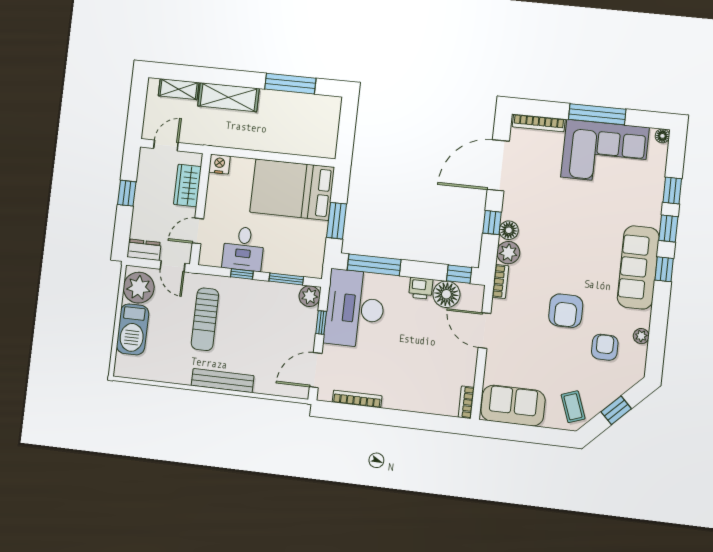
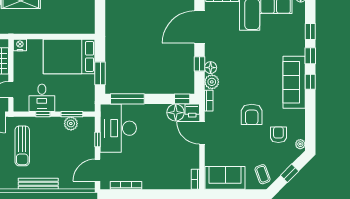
printer: (421, 288) -> (192, 111), moved
plant: (310, 296) -> (71, 124), moved
plant: (641, 336) -> (300, 144), moved

